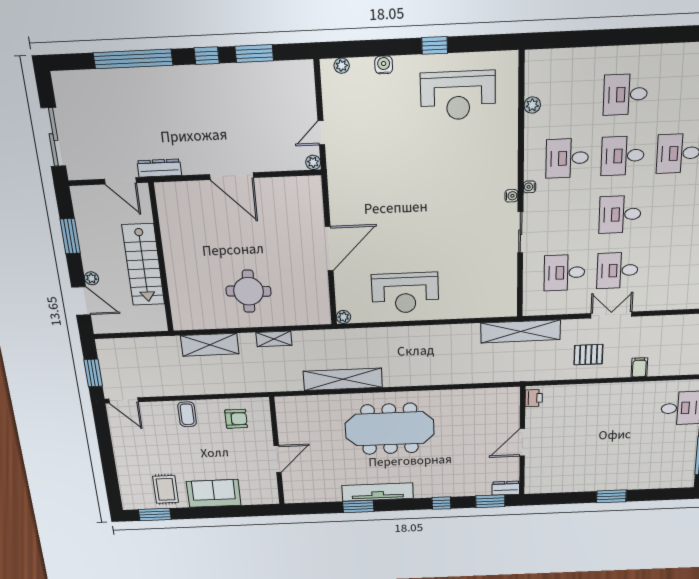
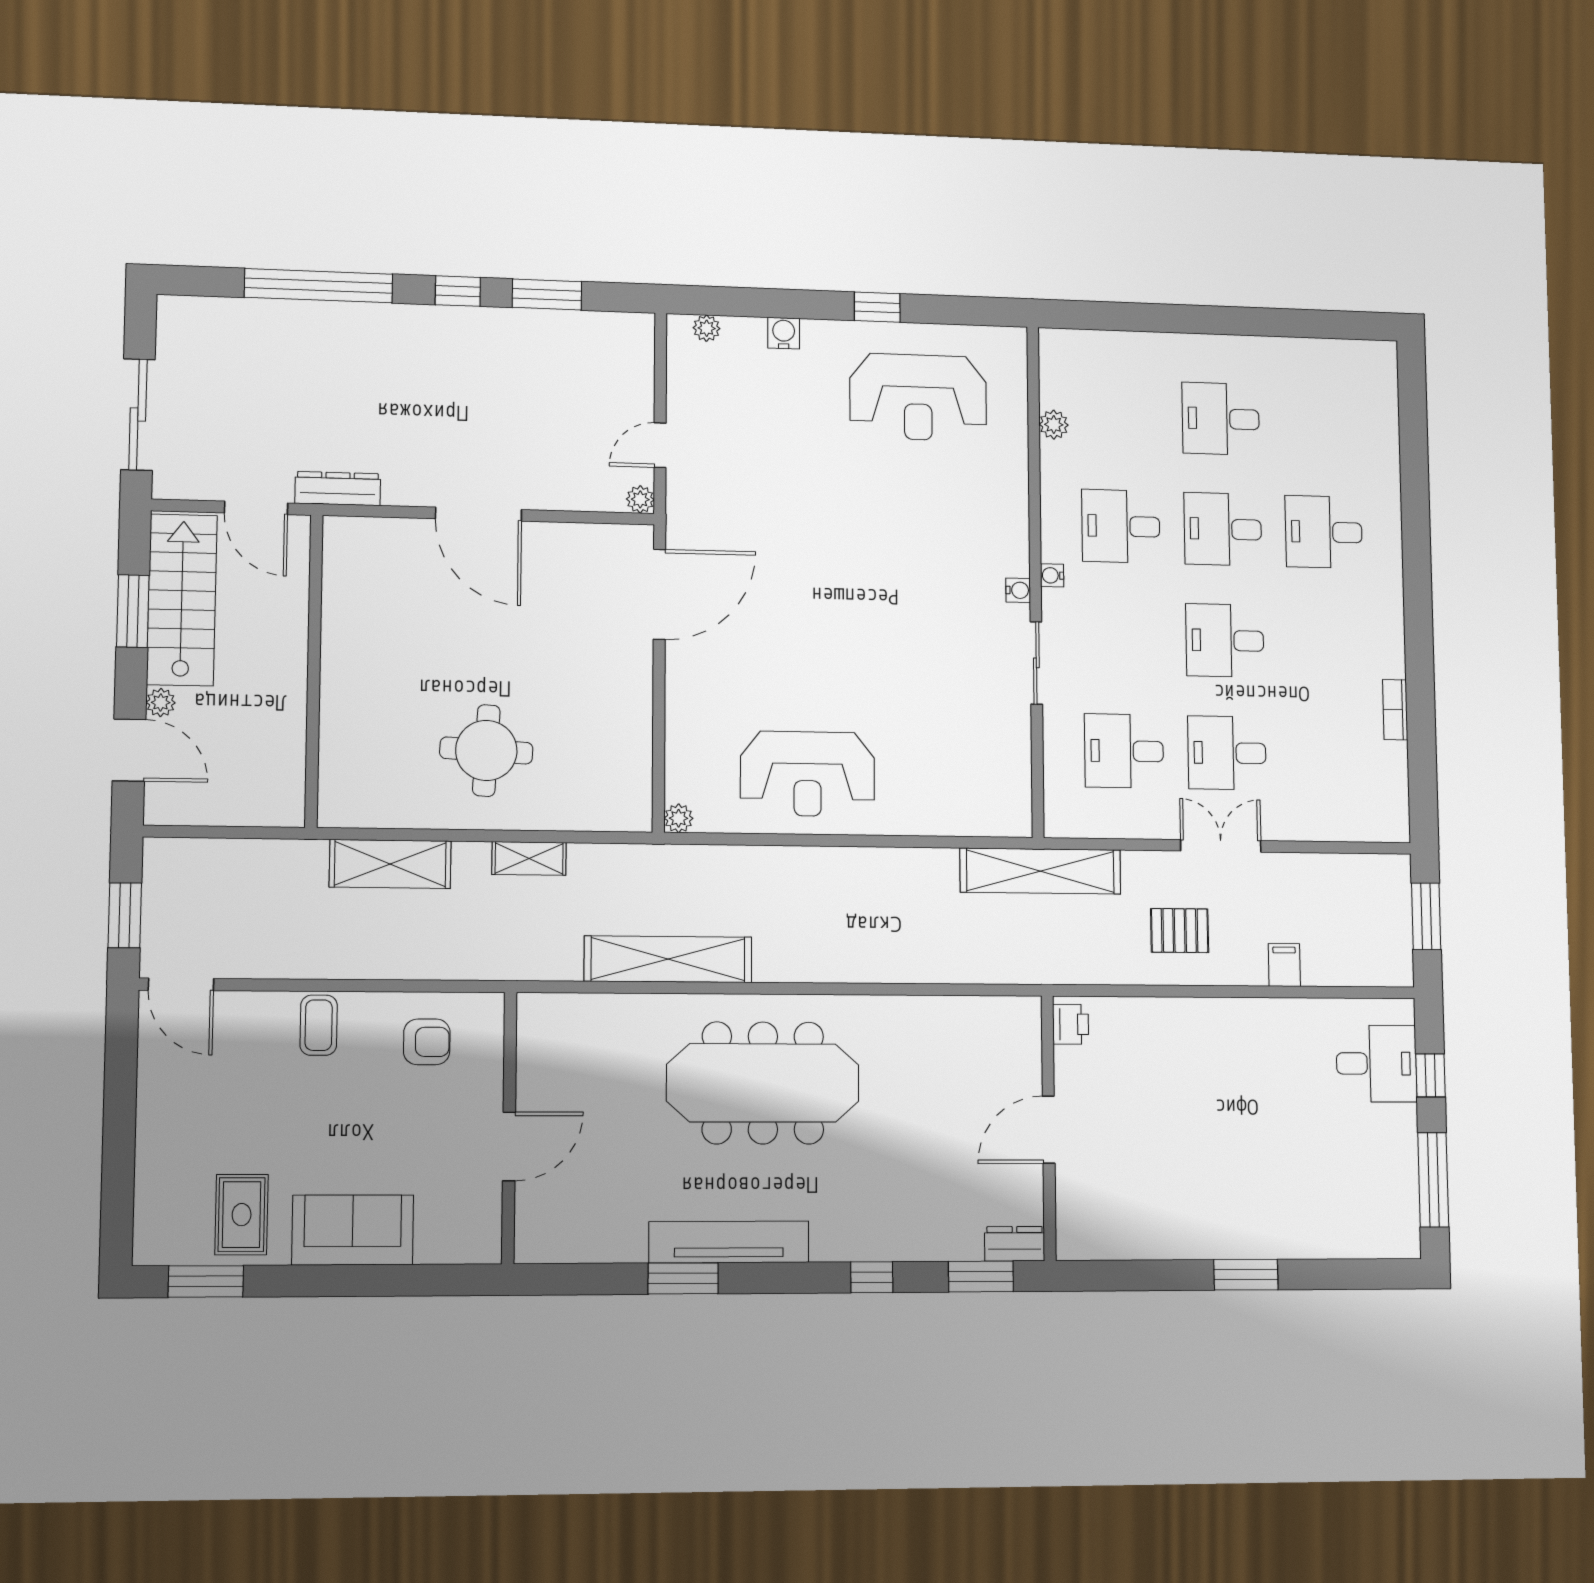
door: (329, 249) -> (659, 594), moved
stairs: (143, 265) -> (182, 600), moved, turned 180

